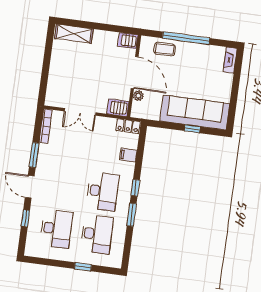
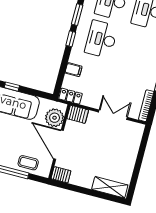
plant: (138, 96) -> (55, 118), width x1.88, depth x1.88

